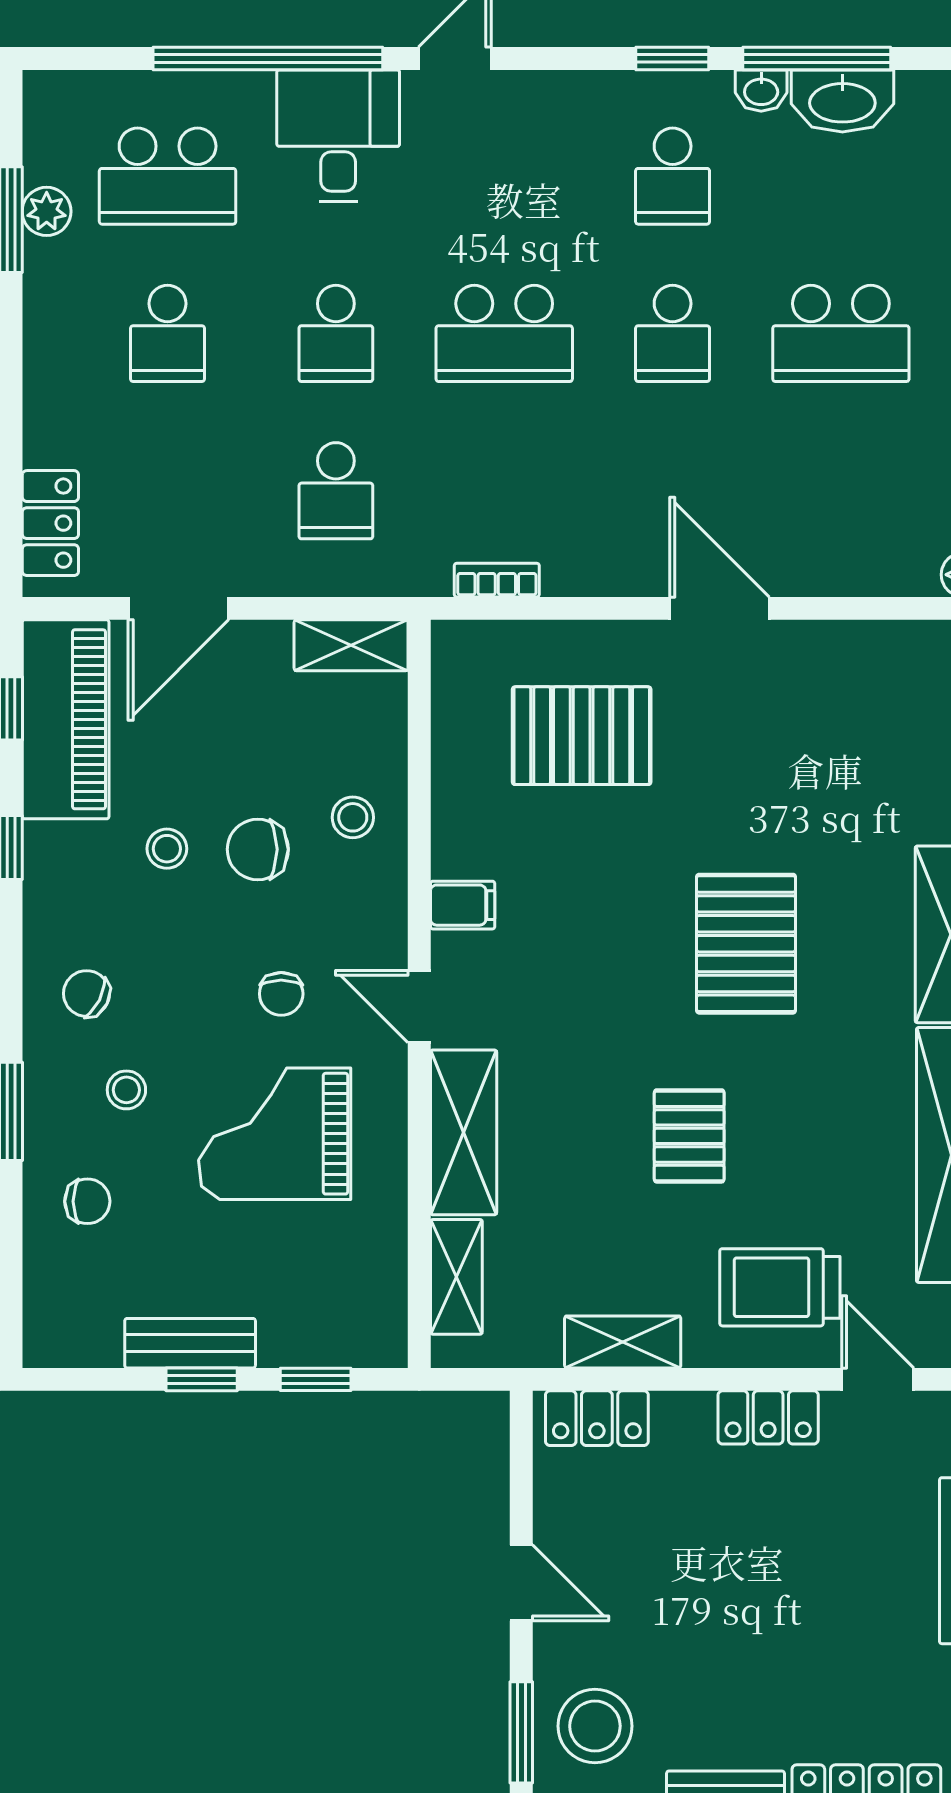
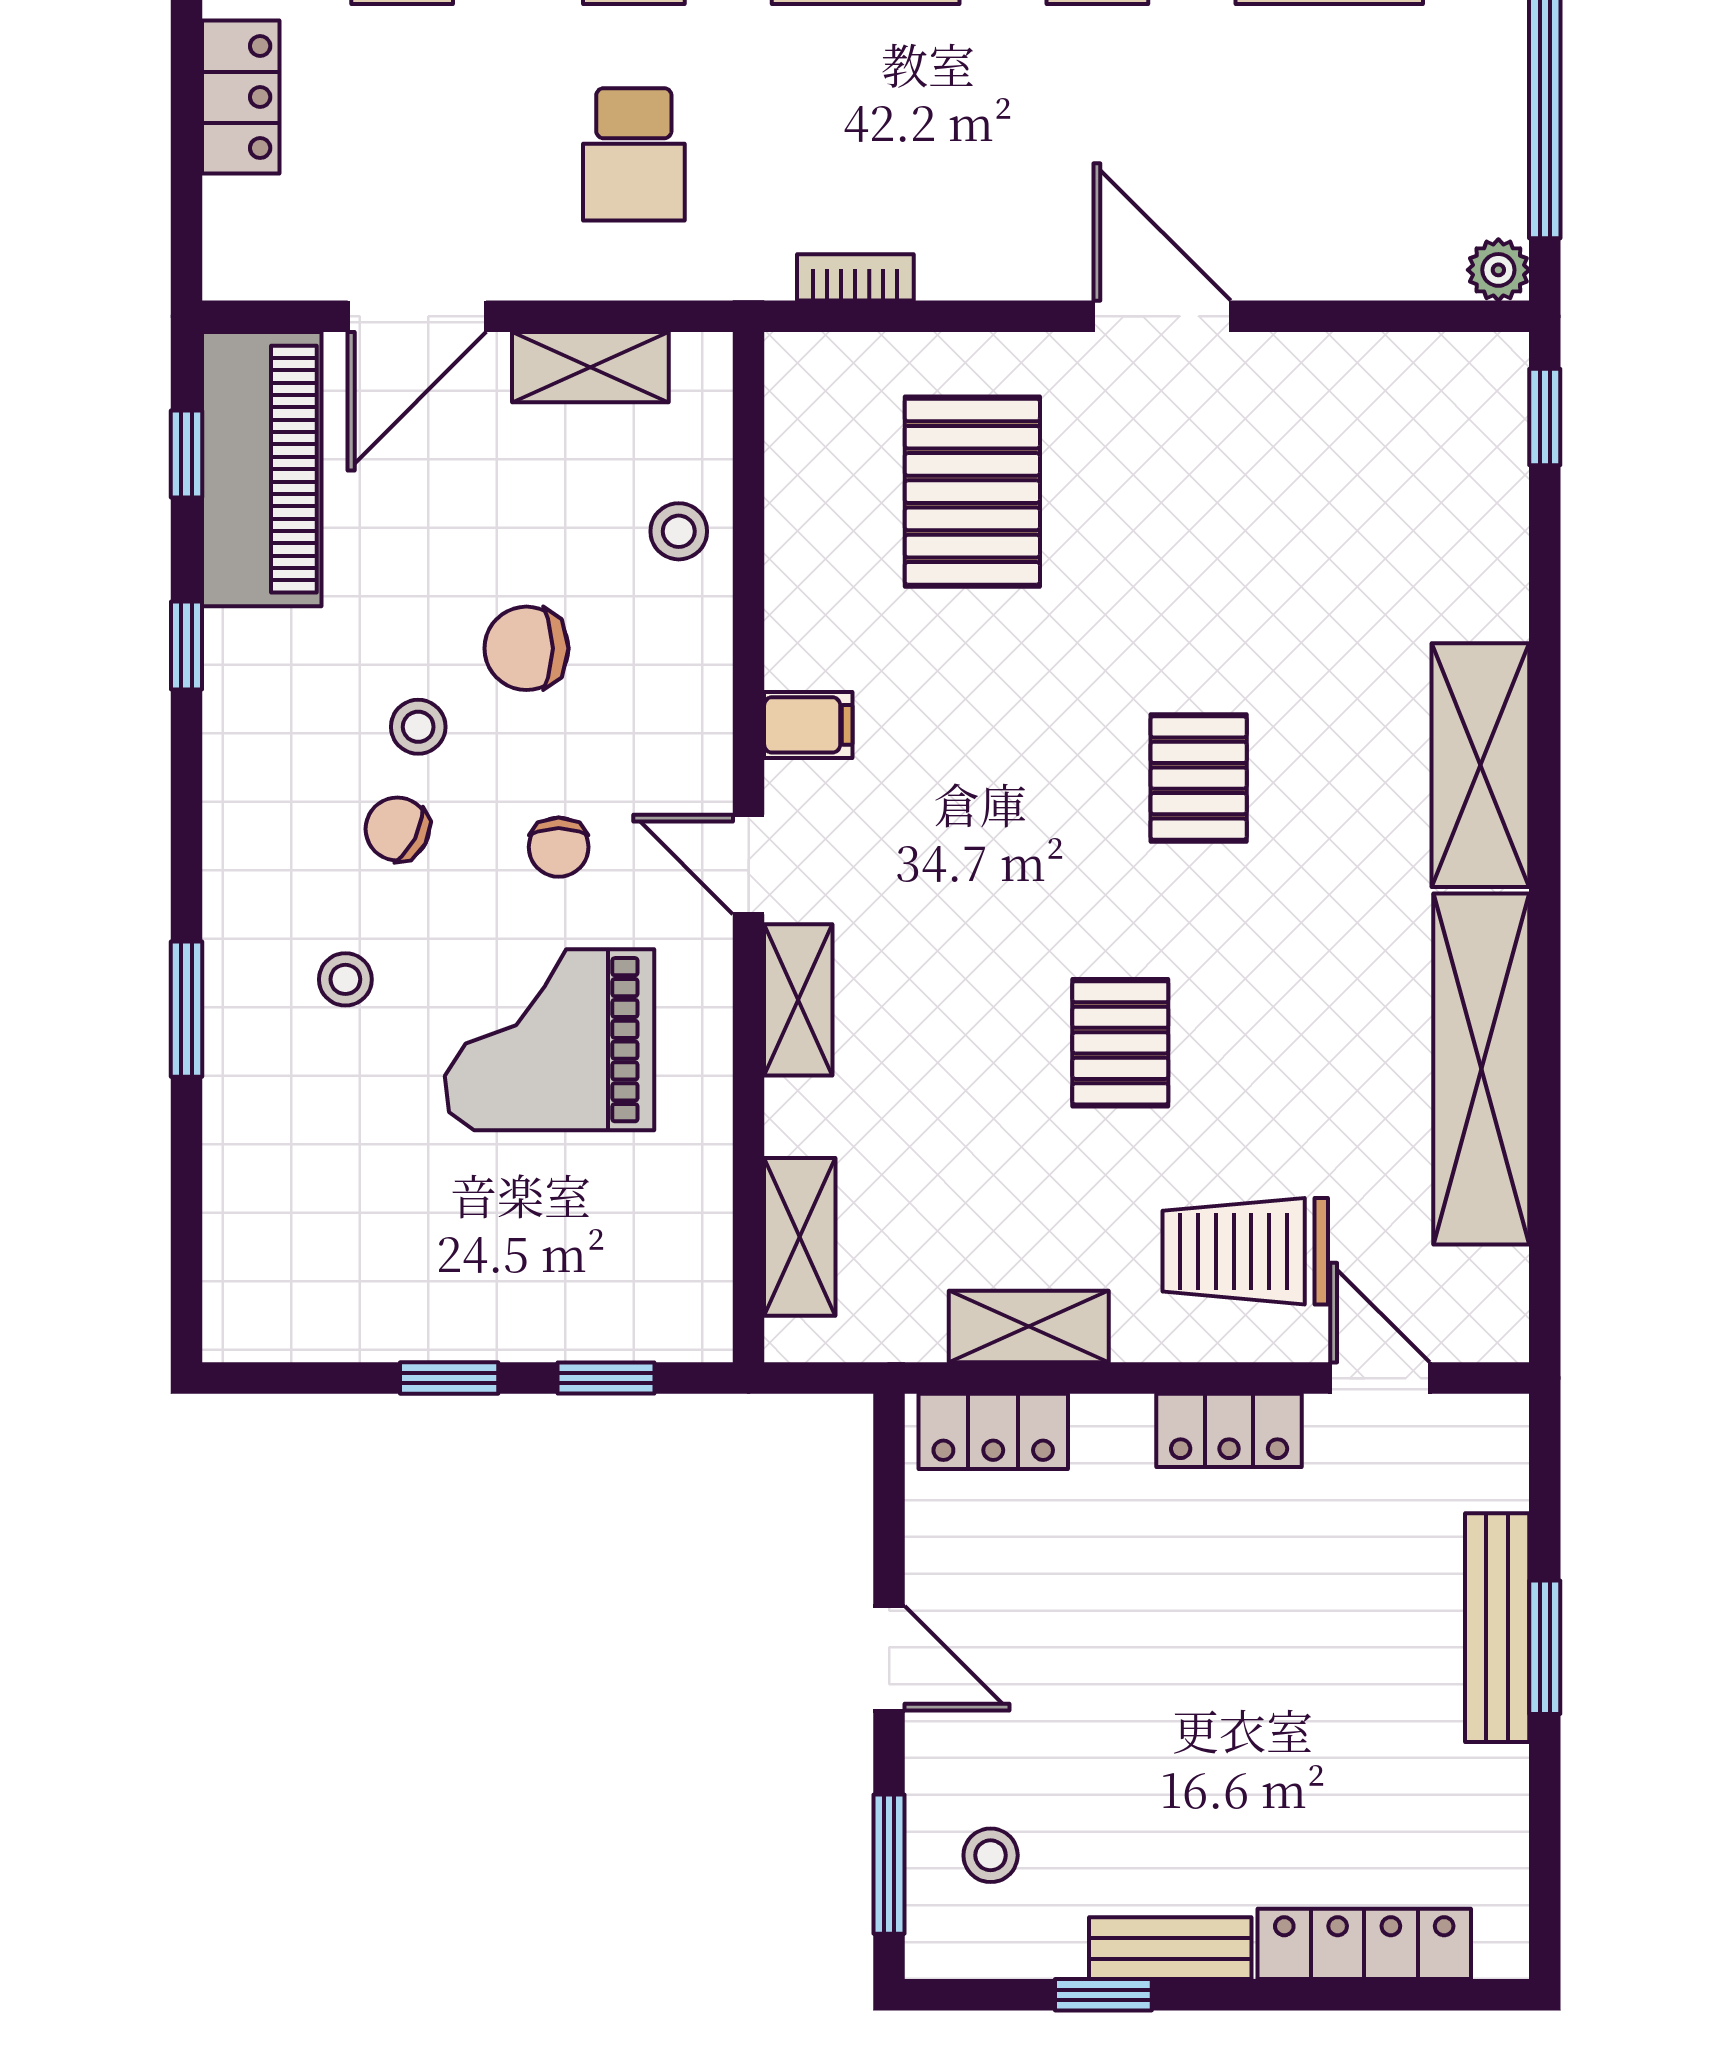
locker: (50, 523) -> (241, 97), moved
shelving: (351, 645) -> (590, 367), moved
pallet: (582, 736) -> (972, 492), turned 90
stool: (353, 817) -> (679, 531), moved
stool: (167, 849) -> (418, 727), moved
pallet: (746, 944) -> (1199, 778), width x0.67, depth x0.71
chair: (87, 994) -> (397, 829), moved
shelving: (464, 1132) -> (798, 1000), width x0.67, depth x0.75
chair: (87, 1201) -> (292, 1133), removed
bench: (190, 1343) -> (433, 1328), removed
stool: (595, 1726) -> (991, 1855), width x0.53, depth x0.53

